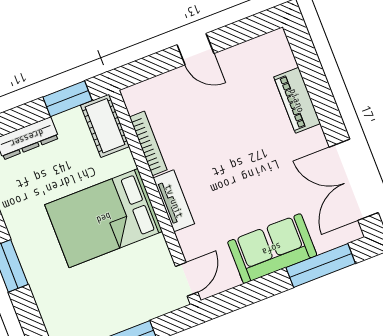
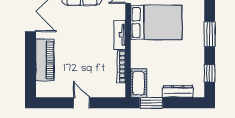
piano: (297, 100) -> (45, 60), width x1.37, depth x1.33
bed: (104, 218) -> (156, 22), moved

